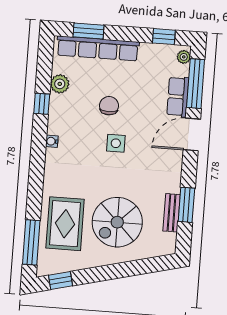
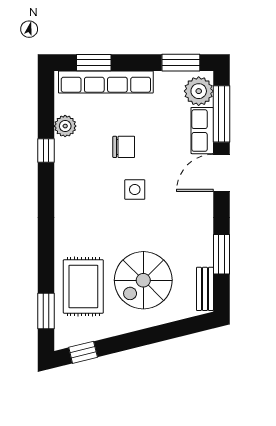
window: (164, 37) -> (181, 63), width x1.50
plant: (184, 57) -> (199, 91), width x1.87, depth x1.87
chair: (109, 106) -> (124, 147), turned 90
water cooler: (52, 141) -> (61, 193), removed
bench: (172, 213) -> (205, 289), moved
window: (31, 242) -> (46, 311), width x0.69

